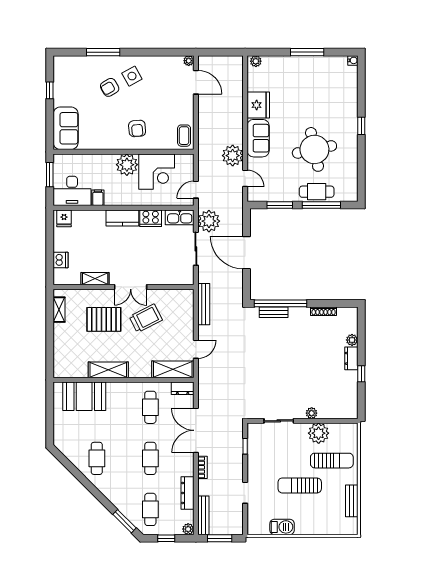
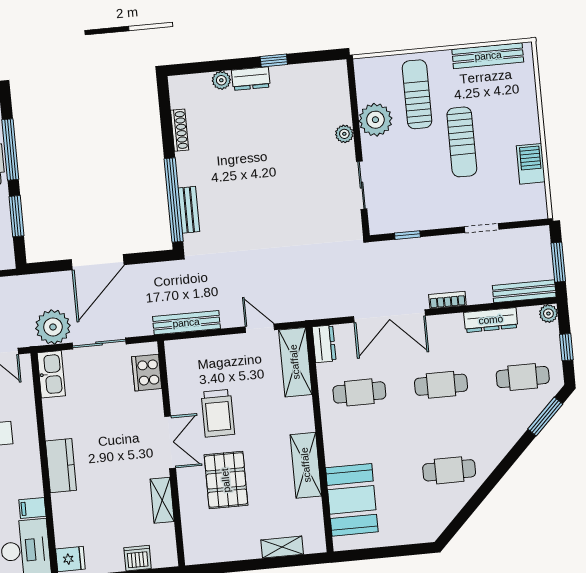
cooker: (151, 218) -> (147, 373), moved, turned 180
shelving: (59, 310) -> (282, 547), moved
trolley: (146, 318) -> (218, 413), turned -153
bench: (352, 501) -> (488, 56), width x1.36

